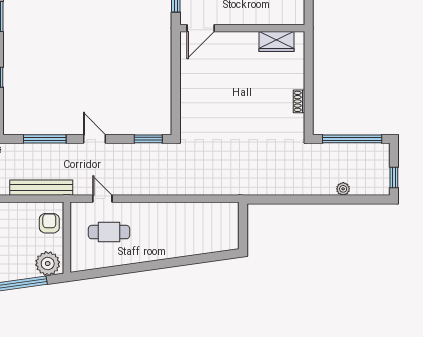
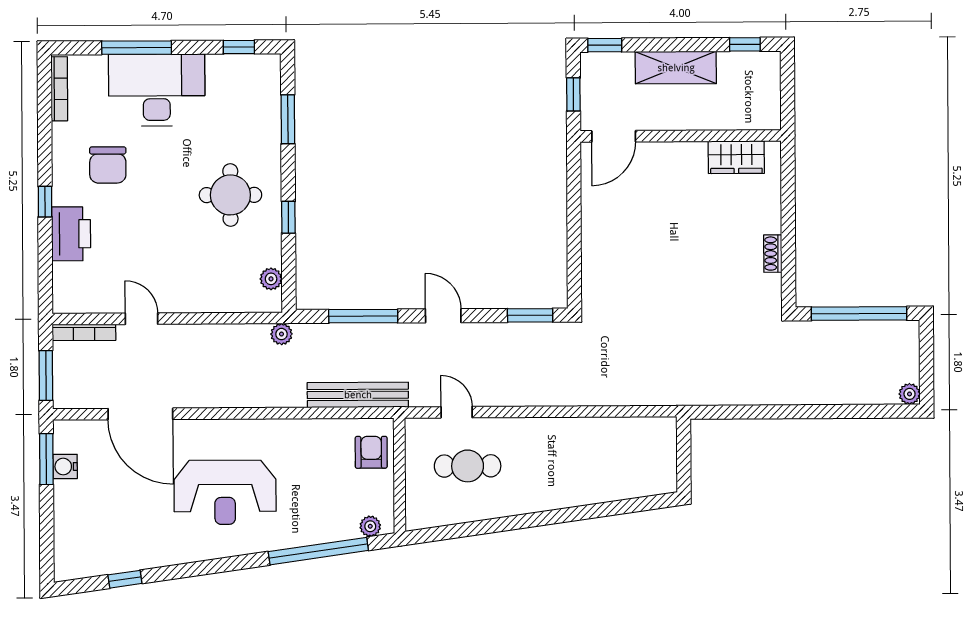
window: (394, 177) -> (927, 376), removed
plant: (343, 189) -> (910, 394), moved
plant: (48, 264) -> (370, 526), width x0.53, depth x0.53

